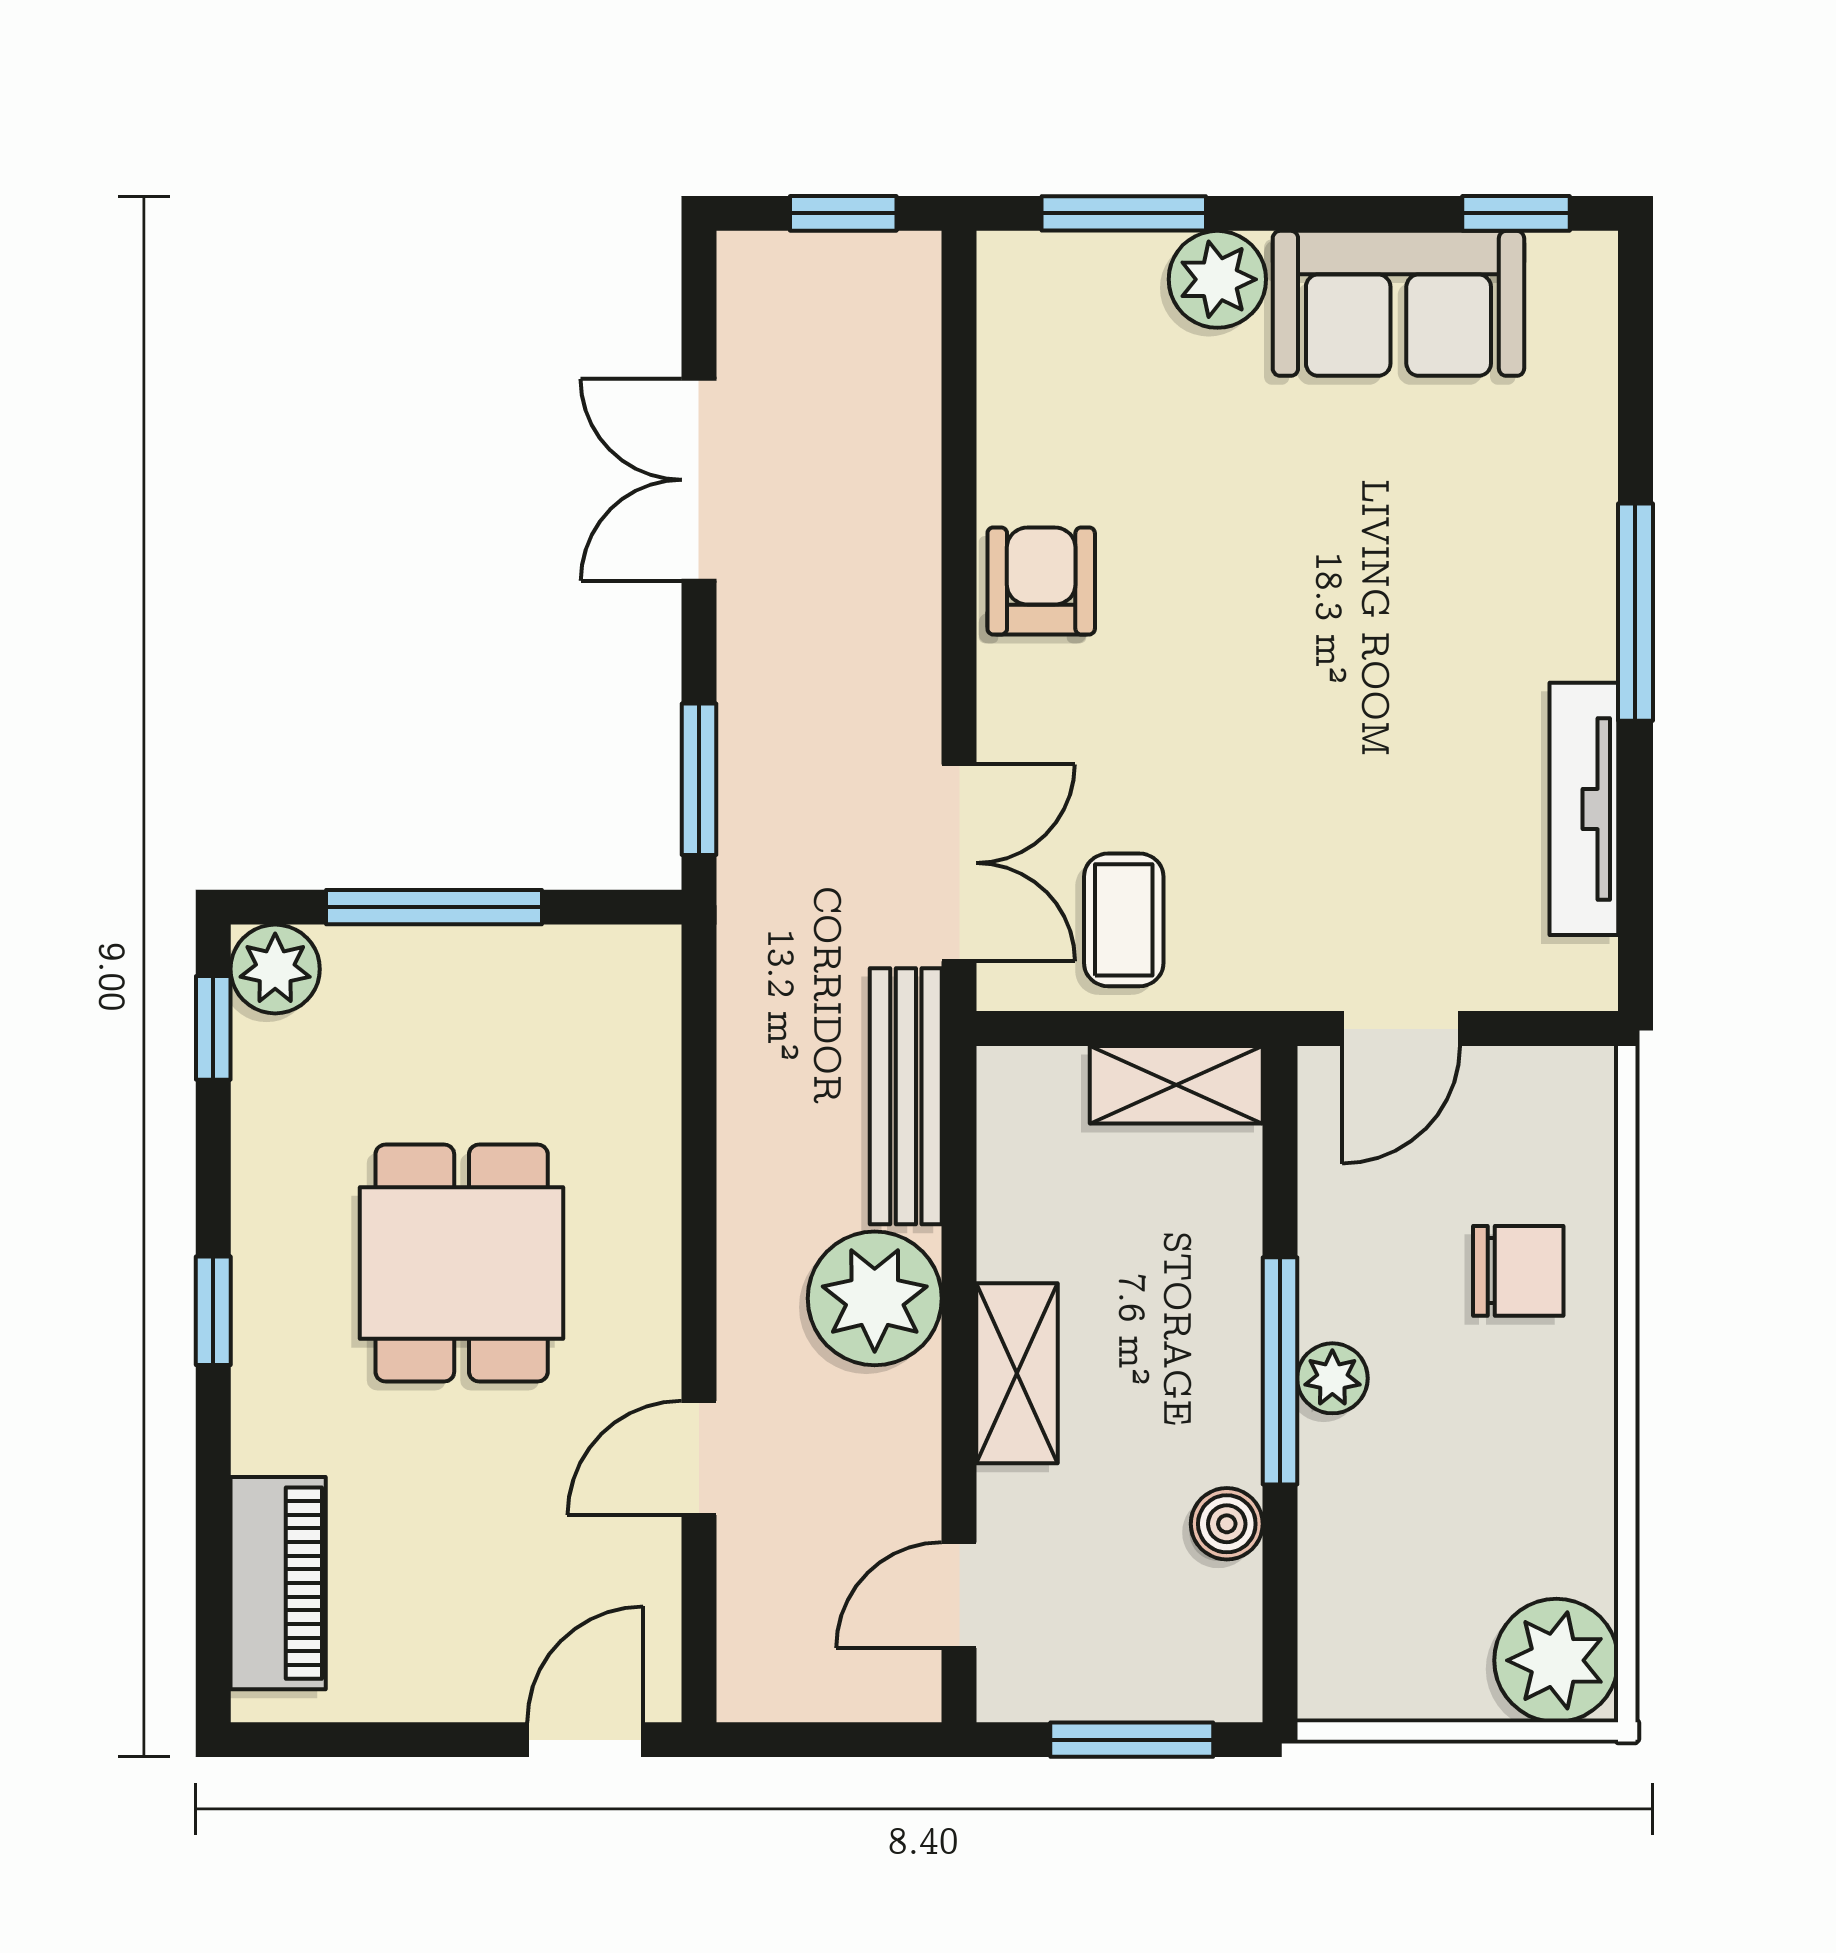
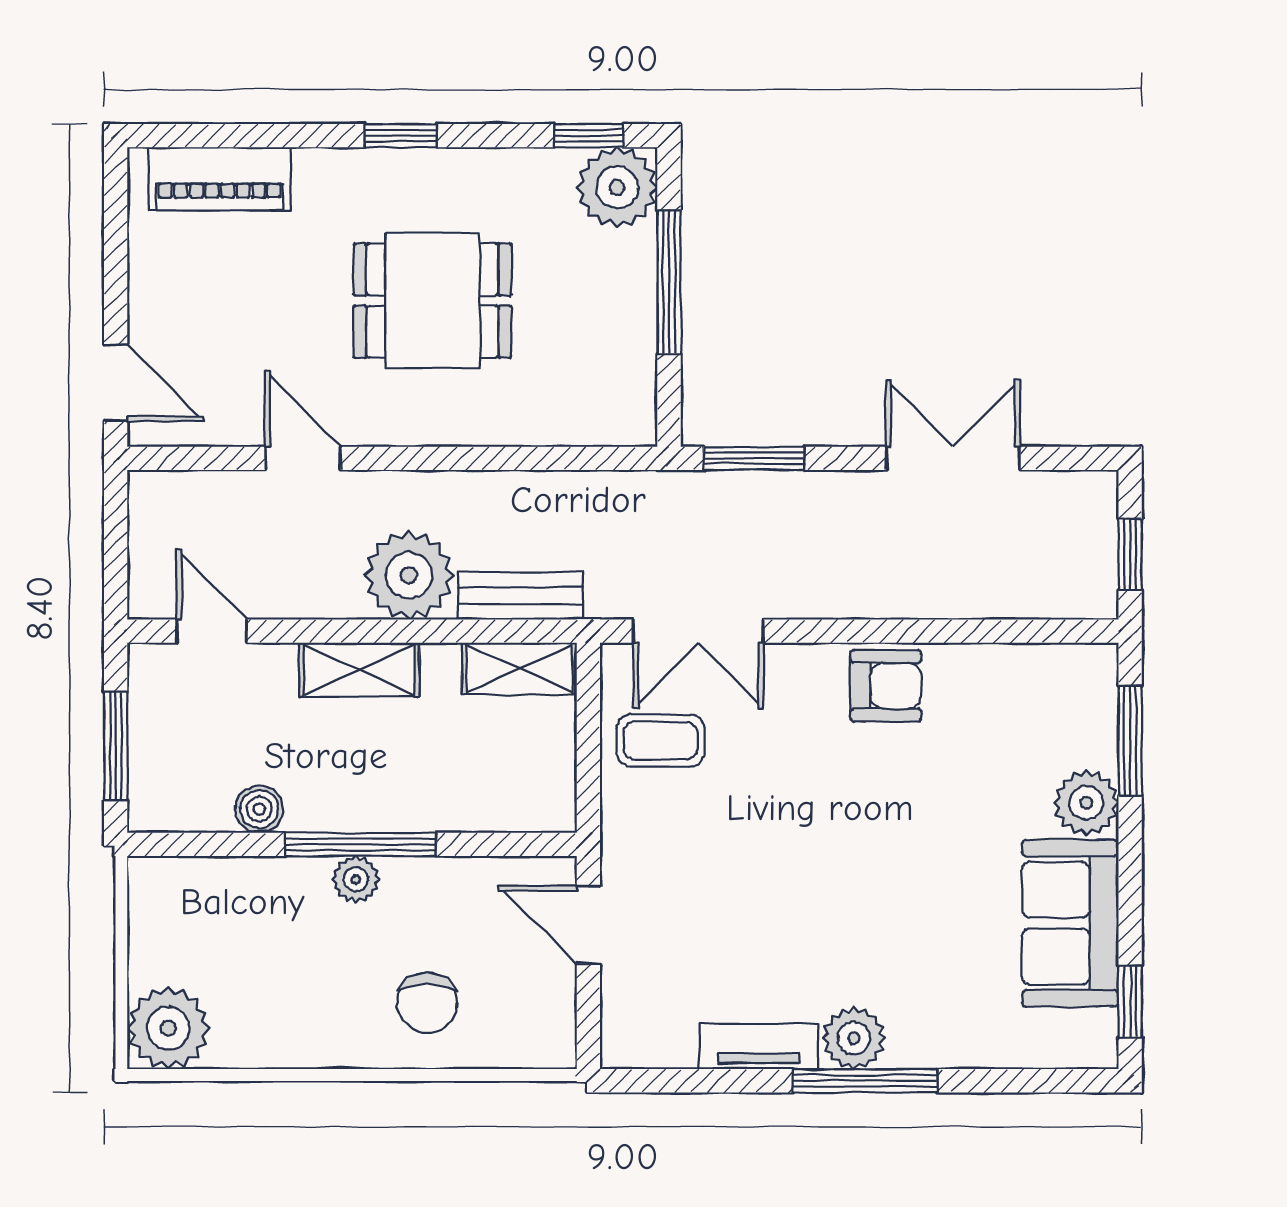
plant: (1571, 629) -> (854, 1038), added
tv unit: (1584, 809) -> (759, 1046), width x0.71
plant: (275, 969) -> (617, 187), width x1.36, depth x1.36
shelving: (1176, 1085) -> (519, 669), moved, turned 90
bench: (906, 1096) -> (521, 596), width x0.73

